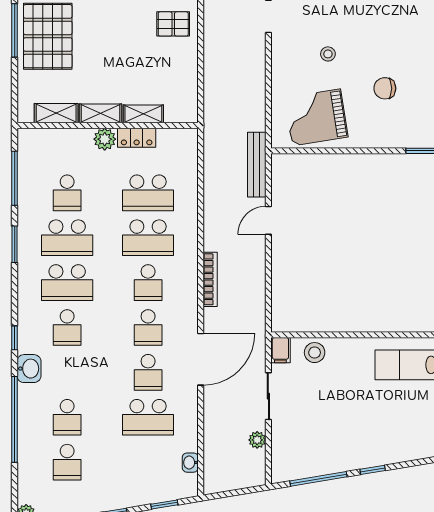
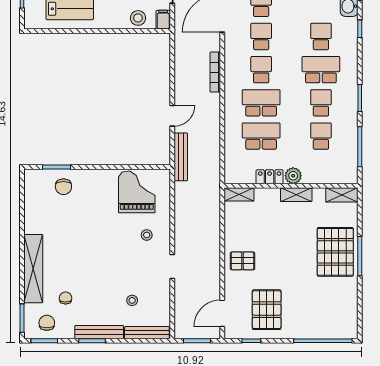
stool: (328, 54) -> (147, 235), moved
chair: (385, 88) -> (63, 187), moved, turned 90
shelving: (56, 113) -> (342, 195), moved
shelving: (143, 114) -> (239, 194), moved
grand piano: (316, 117) -> (137, 192), turned -81
school desk: (67, 238) -> (321, 103), width x0.54

